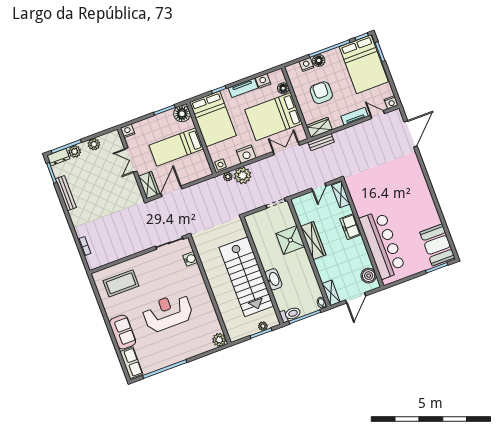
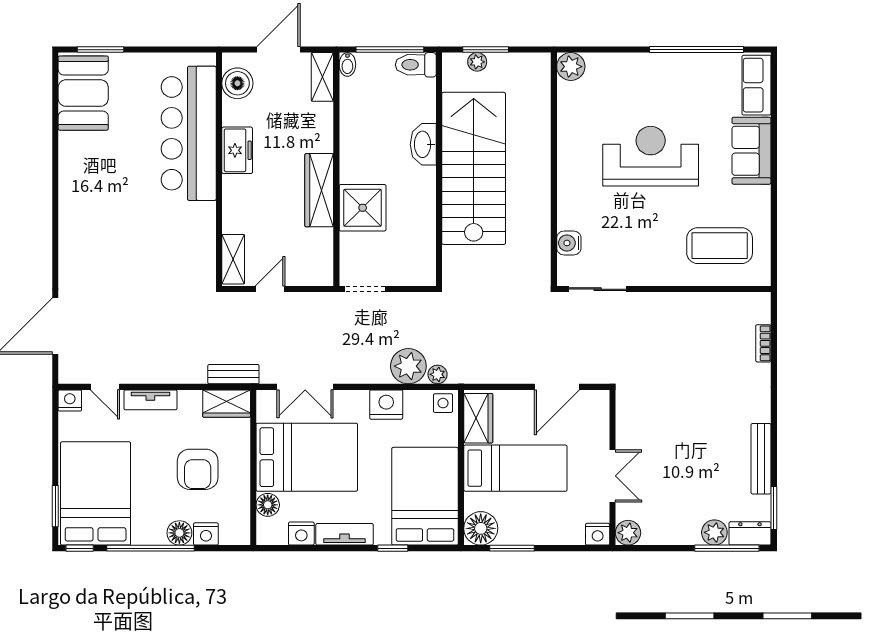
plant: (94, 144) -> (628, 533), moved
wardrobe: (149, 185) -> (478, 418), moved, turned 180
freezer: (351, 227) -> (237, 150), moved
reception desk: (168, 312) -> (651, 156), turned 180

